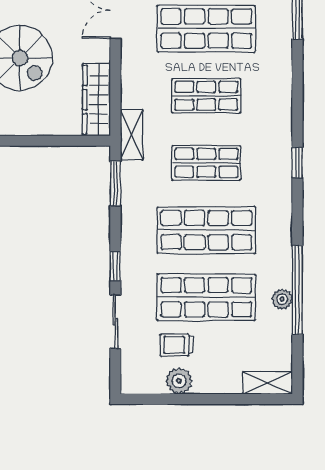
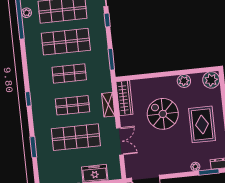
shelving: (132, 135) -> (108, 105), moved
window: (297, 163) -> (28, 99), moved

